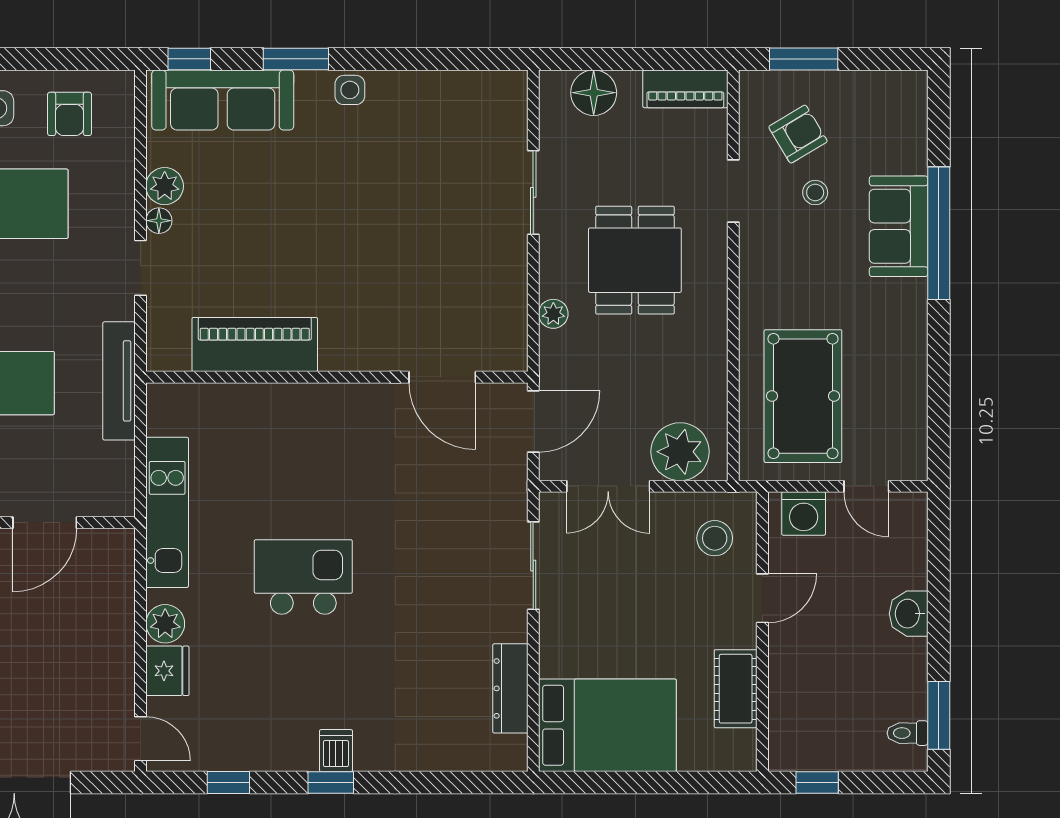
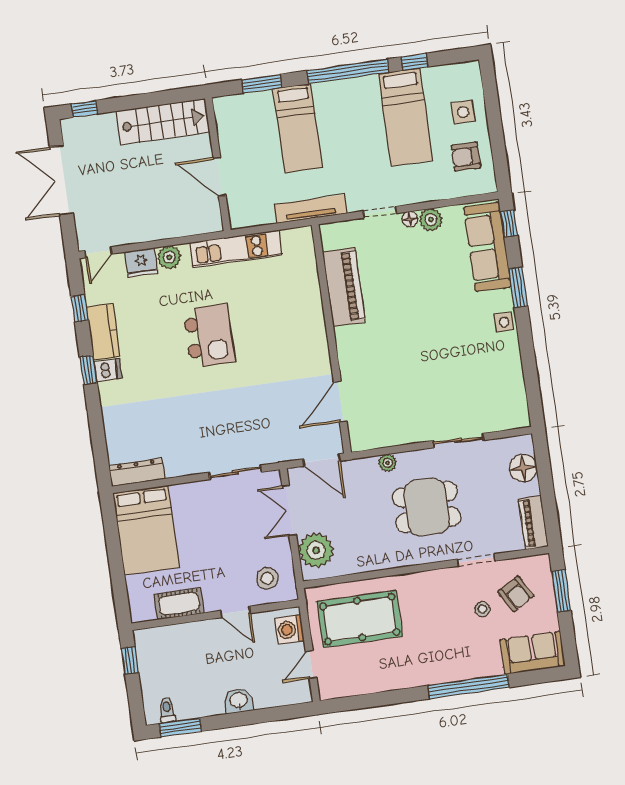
sofa: (899, 226) -> (533, 653), moved
dresser: (510, 688) -> (137, 472), moved
kitchen counter: (272, 749) -> (103, 332), added

